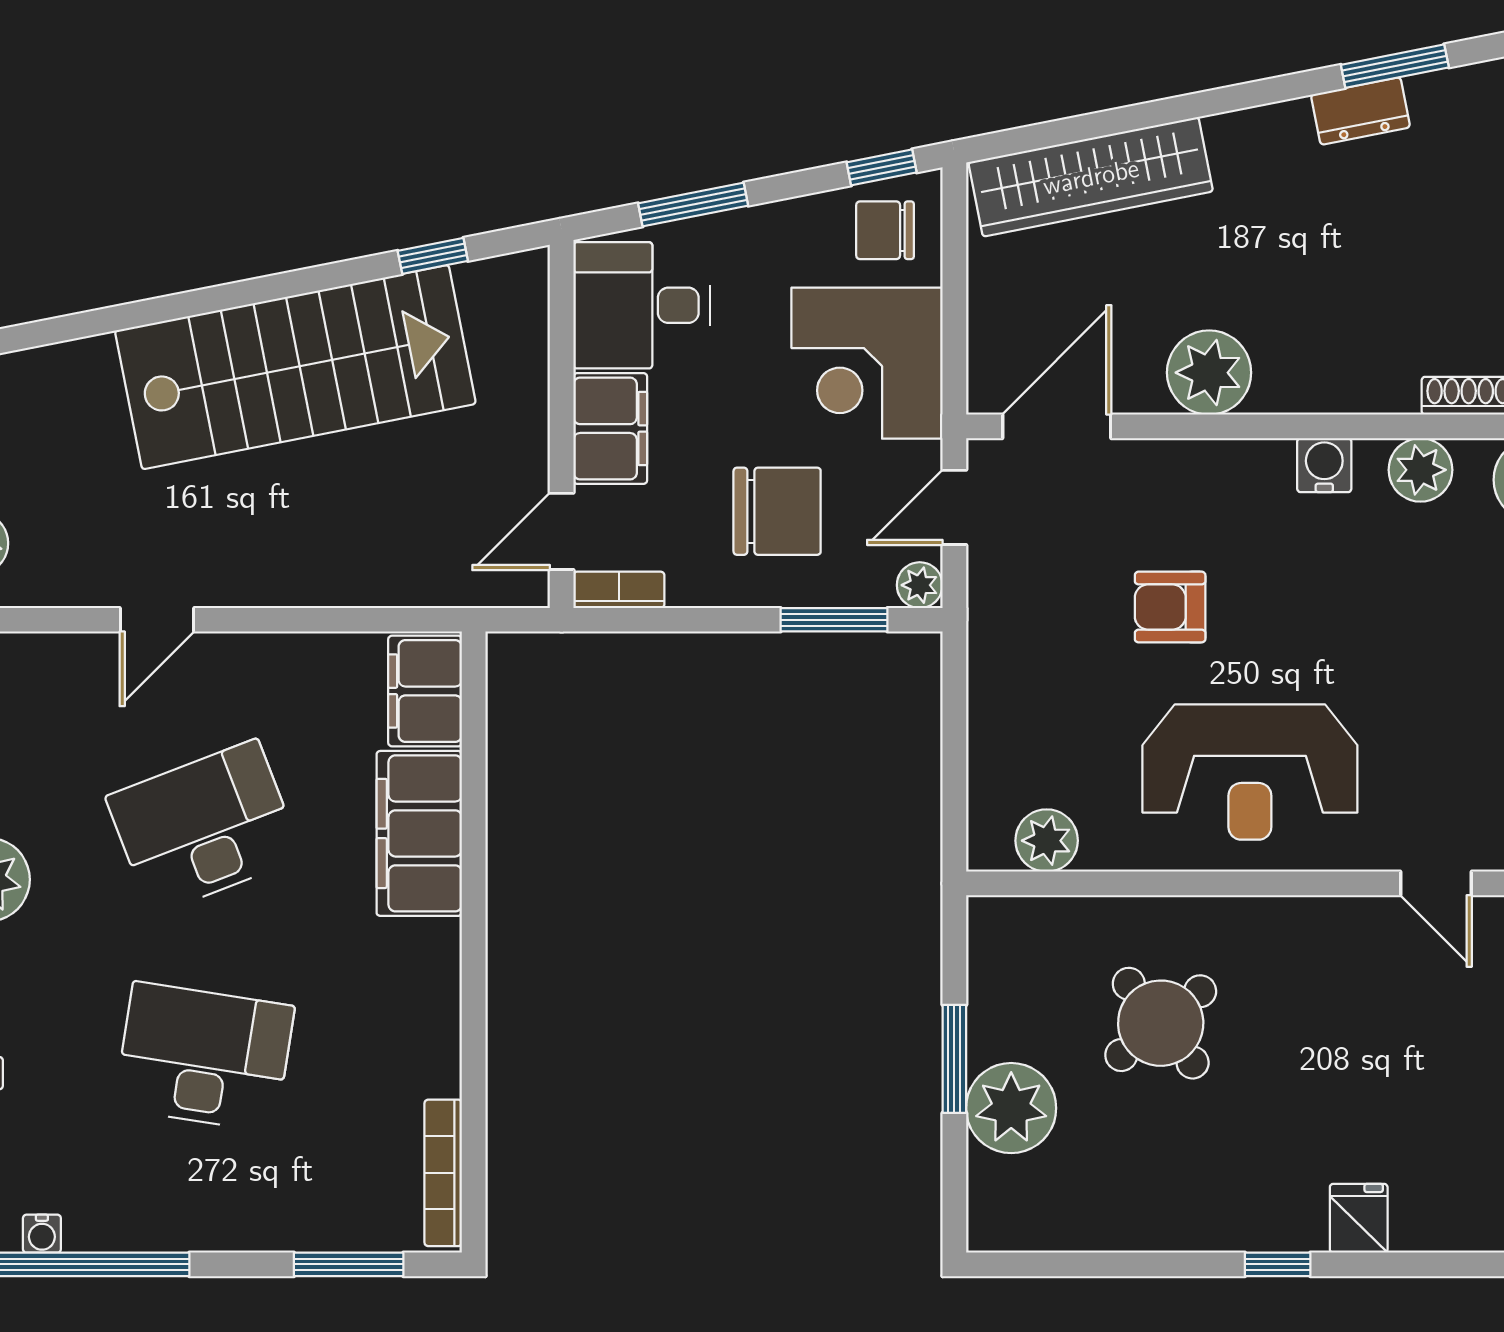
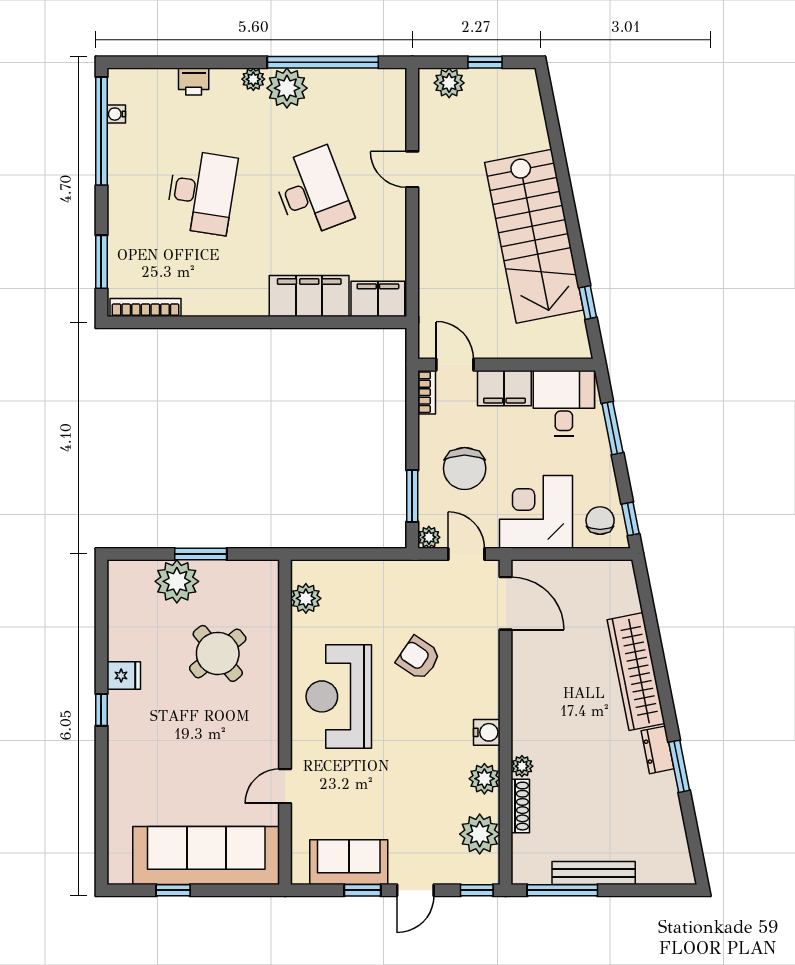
wardrobe: (1091, 177) -> (636, 672), moved
plant: (1209, 373) -> (522, 766), moved, width x0.53, depth x0.53
armchair: (1170, 607) -> (418, 658), turned -56
fridge: (1359, 1218) -> (124, 676), moved

